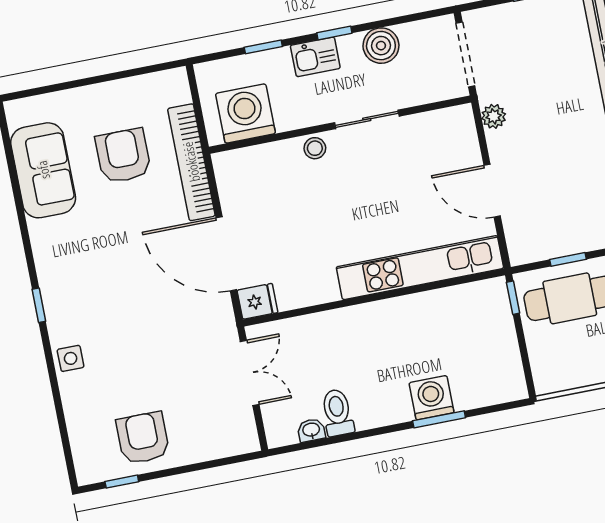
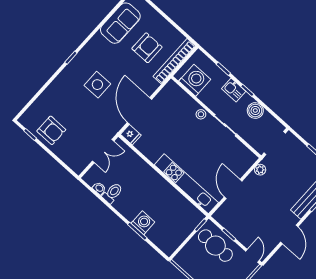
bookcase: (191, 162) -> (174, 61), moved
side table: (71, 358) -> (97, 85), moved, width x1.87, depth x1.87
armchair: (143, 438) -> (51, 130), turned 90

